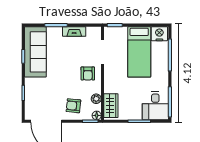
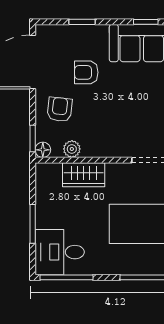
armchair: (88, 73) -> (86, 72), moved
wardrobe: (111, 106) -> (84, 175), moved

